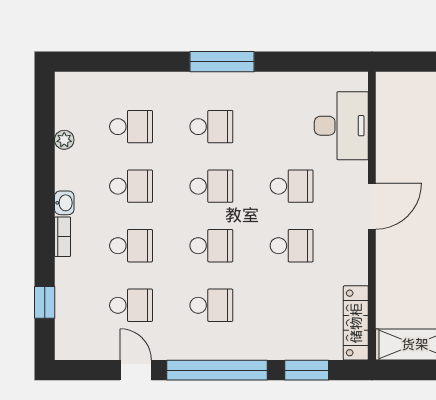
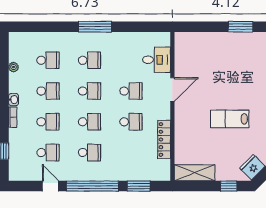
desk: (341, 126) -> (157, 60), width x0.73
door: (372, 206) -> (172, 90), moved
locker: (356, 323) -> (164, 139), moved

